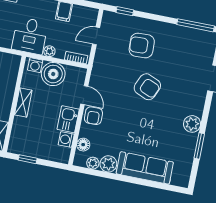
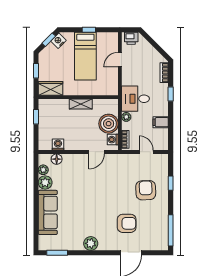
window: (125, 11) -> (171, 183), moved
washing machine: (35, 65) -> (113, 140), moved
armchair: (147, 87) -> (127, 223), moved, turned -113
armchair: (93, 116) -> (81, 163), removed
kitchen sink: (68, 119) -> (75, 143), removed
window: (199, 146) -> (57, 253), moved

